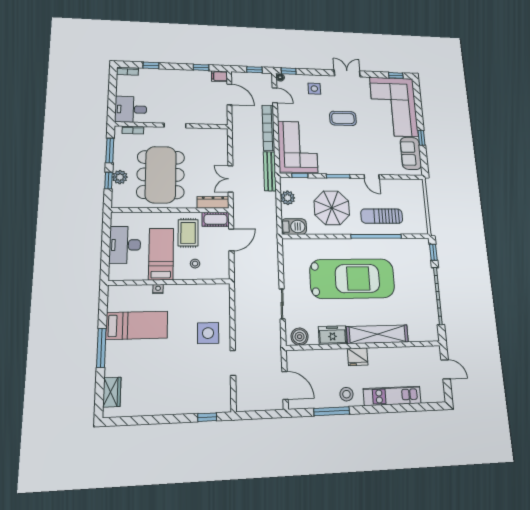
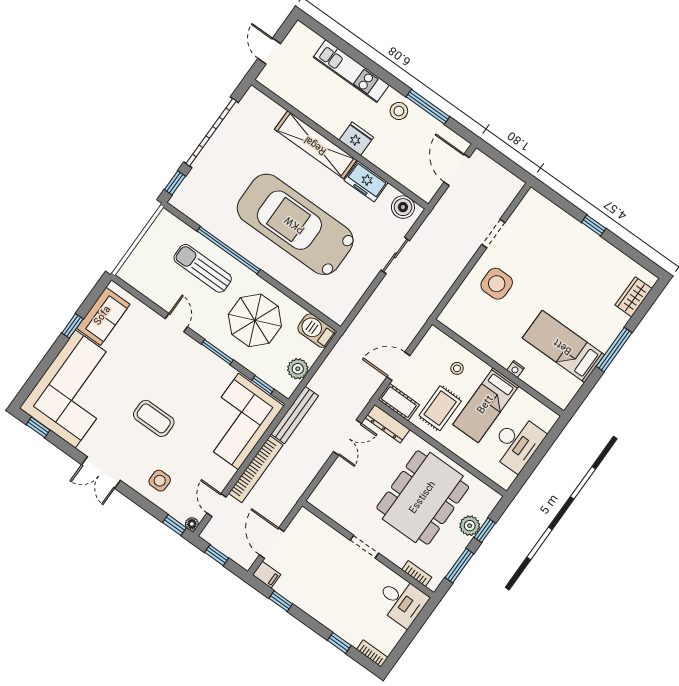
sun lounger: (382, 216) -> (203, 268), turned 180
window: (207, 417) -> (594, 225), moved

